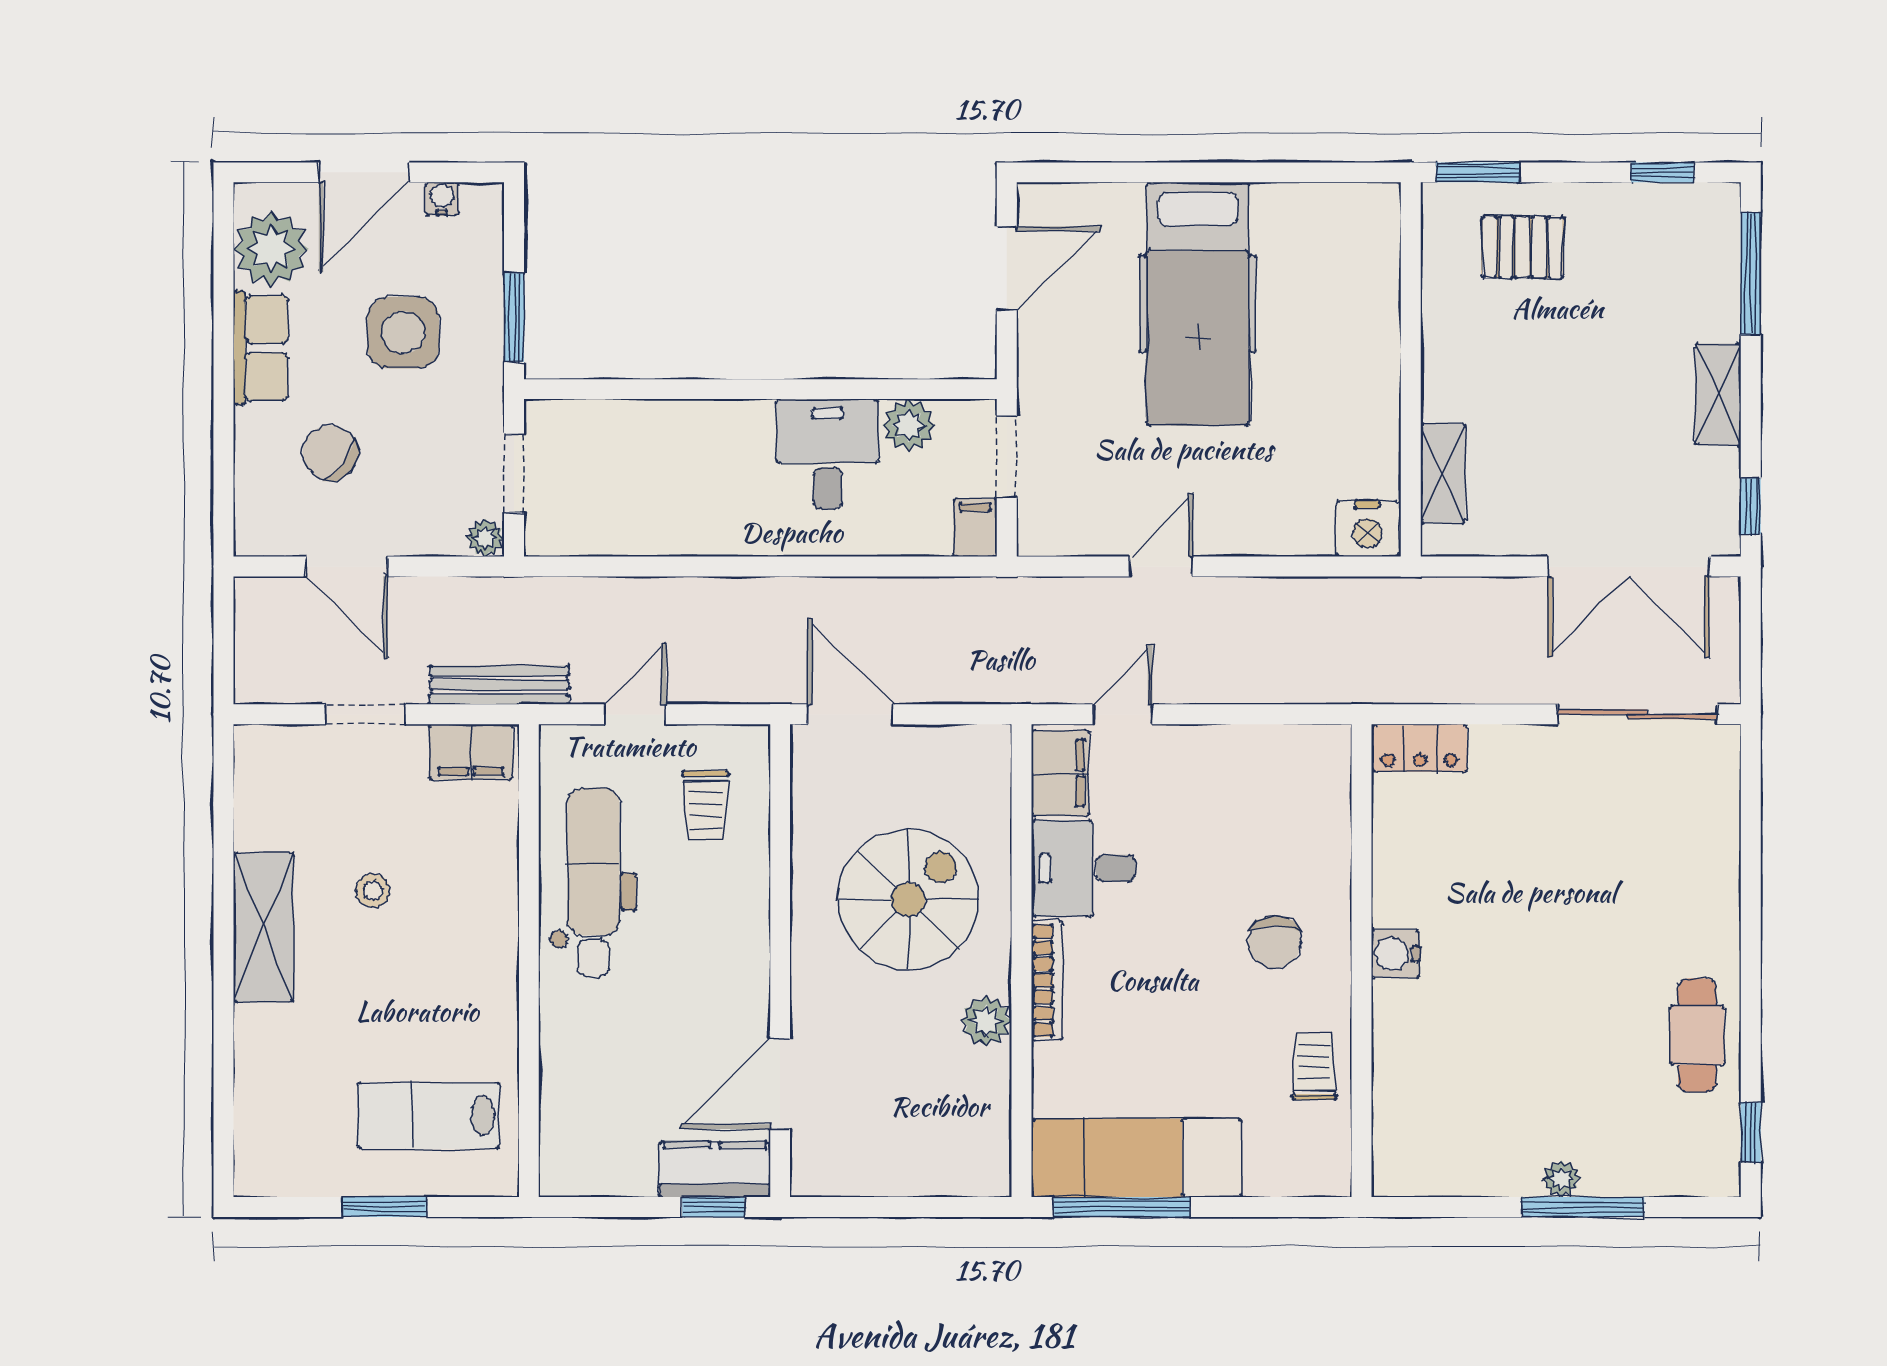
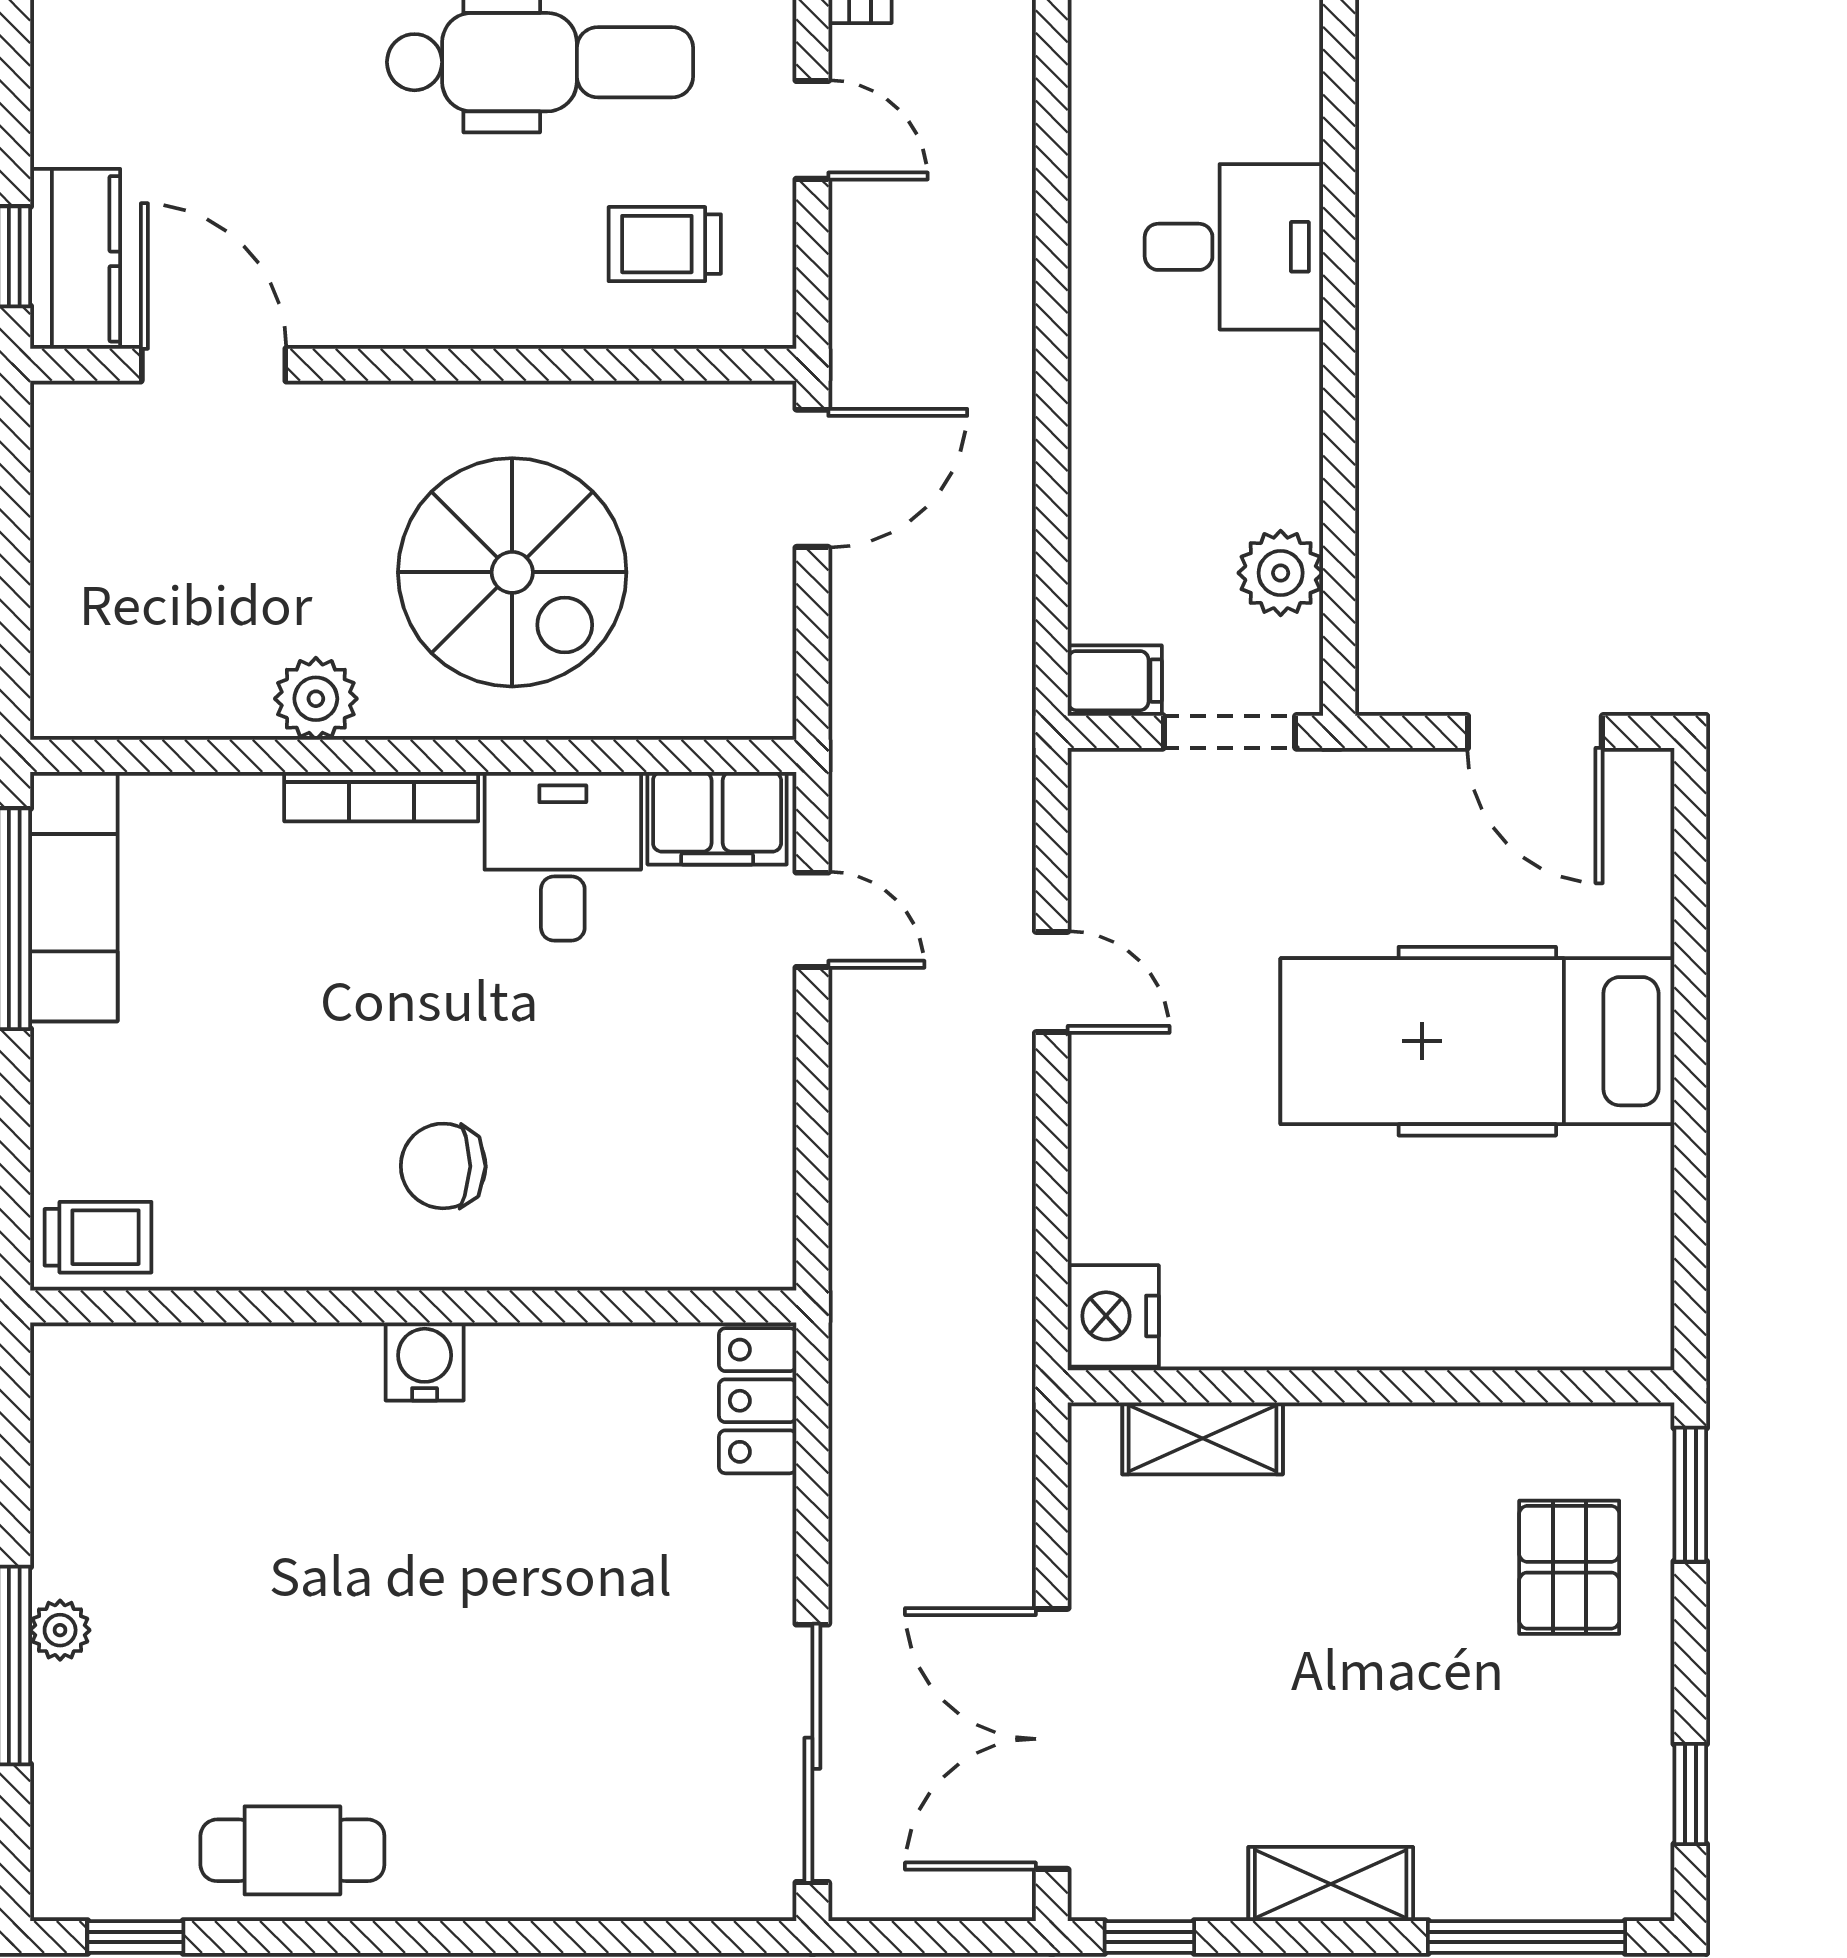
desk: (827, 454) -> (1234, 247), moved
trolley: (1314, 1067) -> (98, 1237), moved
exam couch: (1136, 1158) -> (74, 897), width x0.73, depth x0.69

